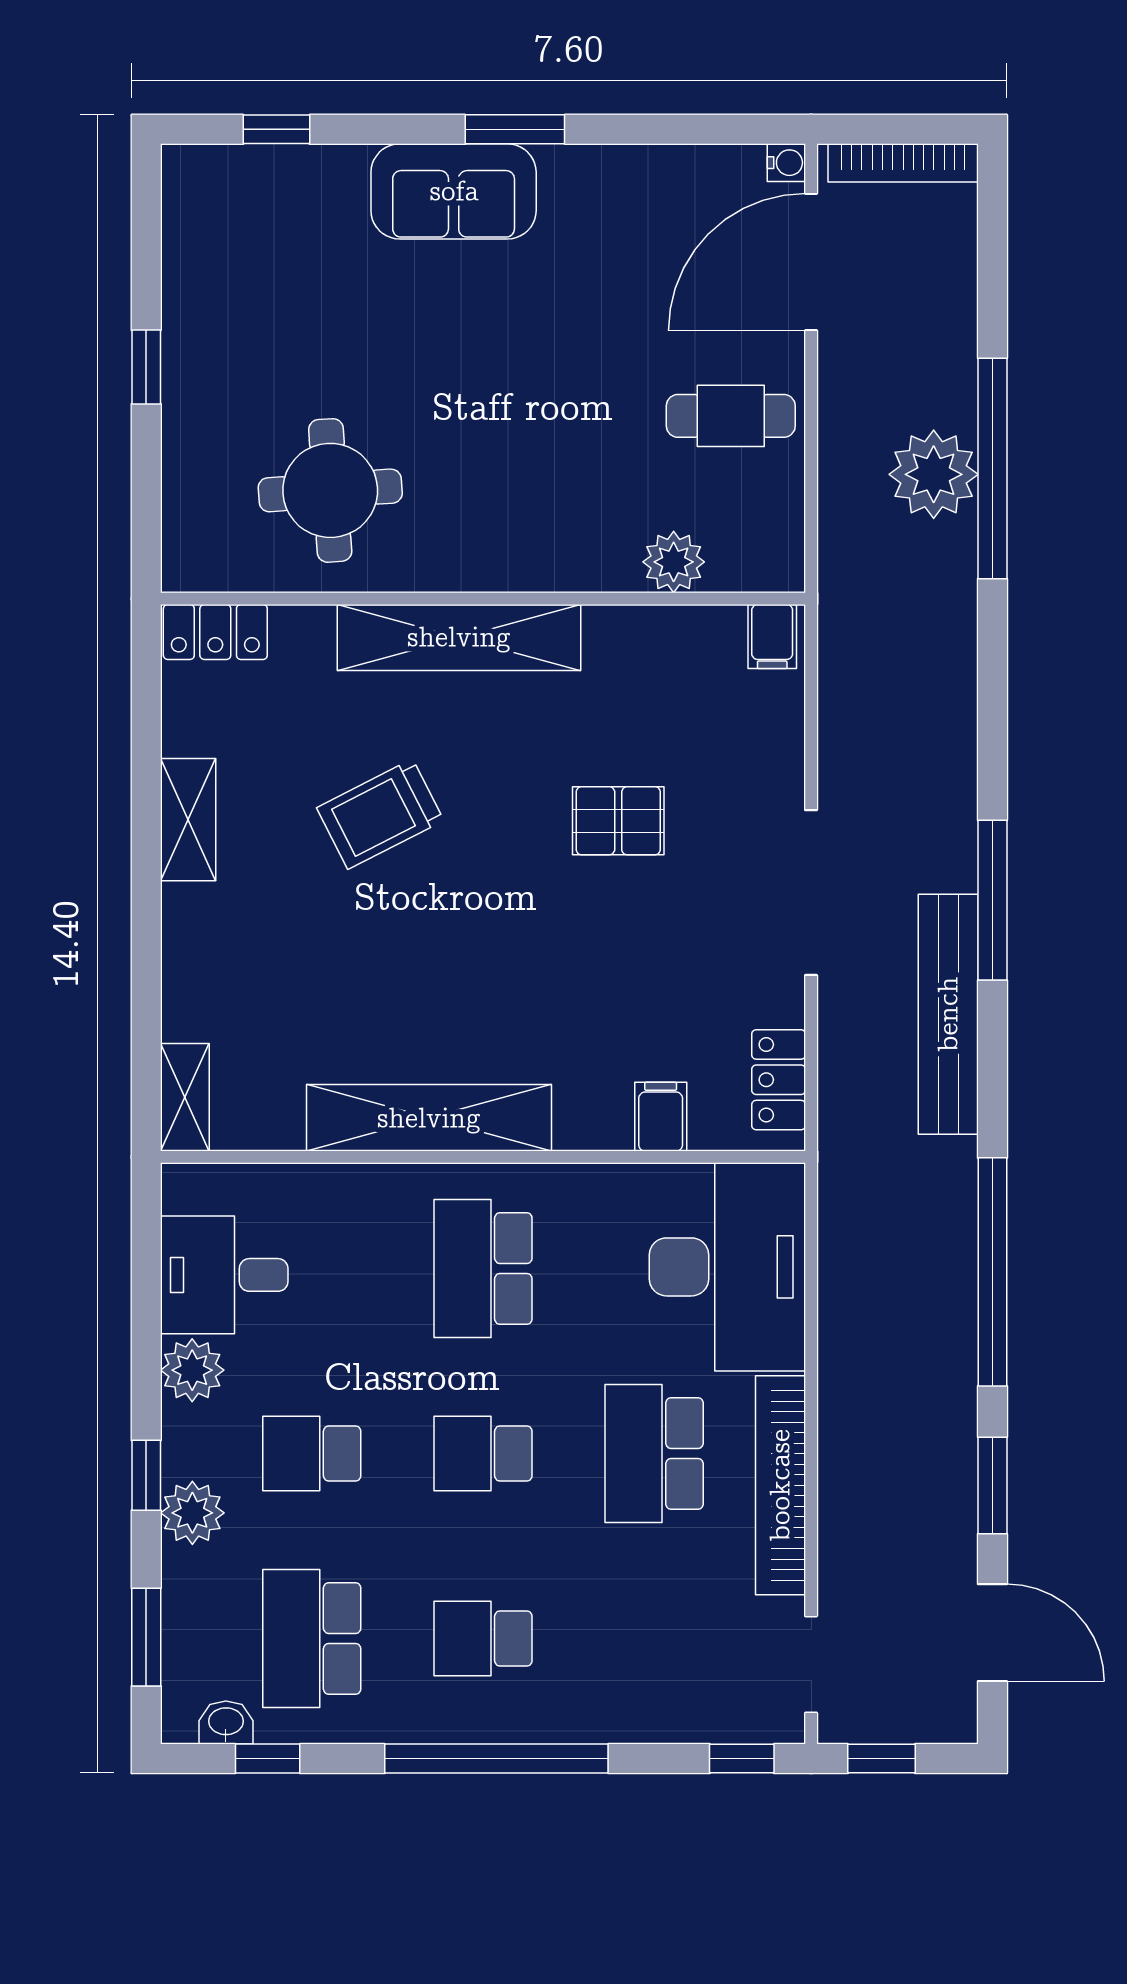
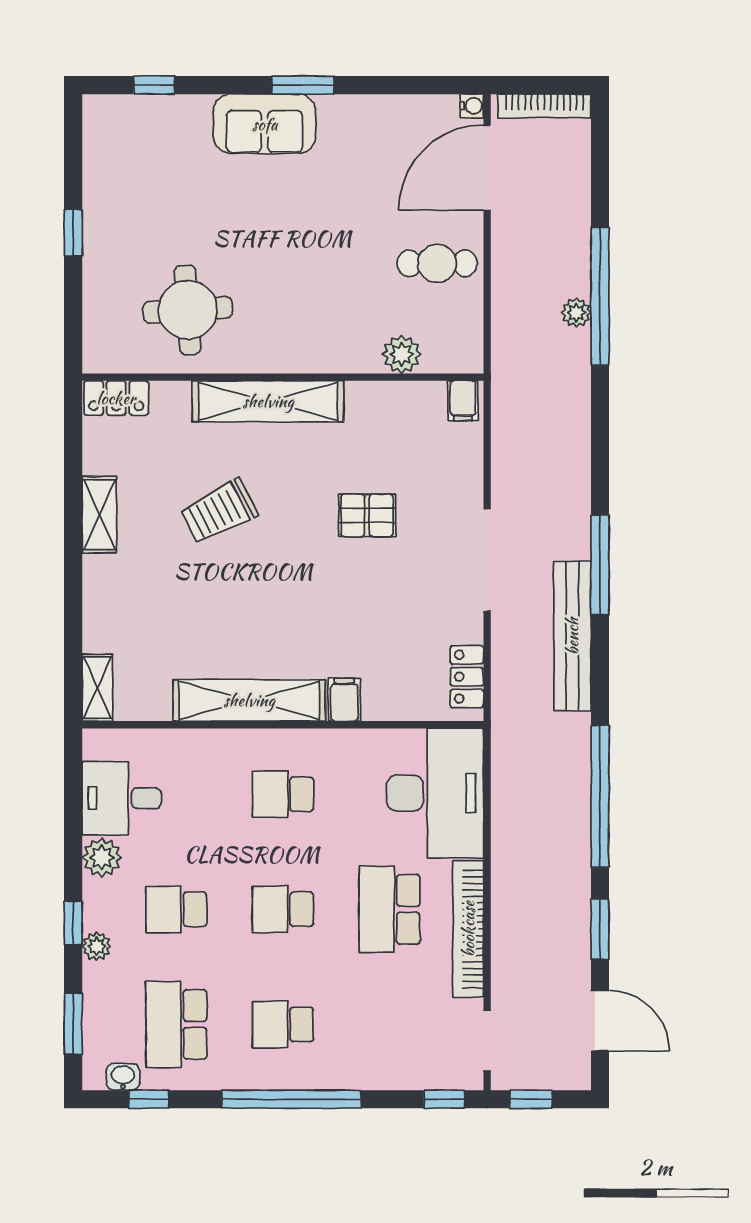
plant: (934, 474) -> (576, 313), width x0.53, depth x0.53
filing cabinet: (661, 1117) -> (344, 700), moved
school desk: (483, 1268) -> (283, 794), width x0.54
plant: (192, 1513) -> (97, 946), width x0.73, depth x0.73

